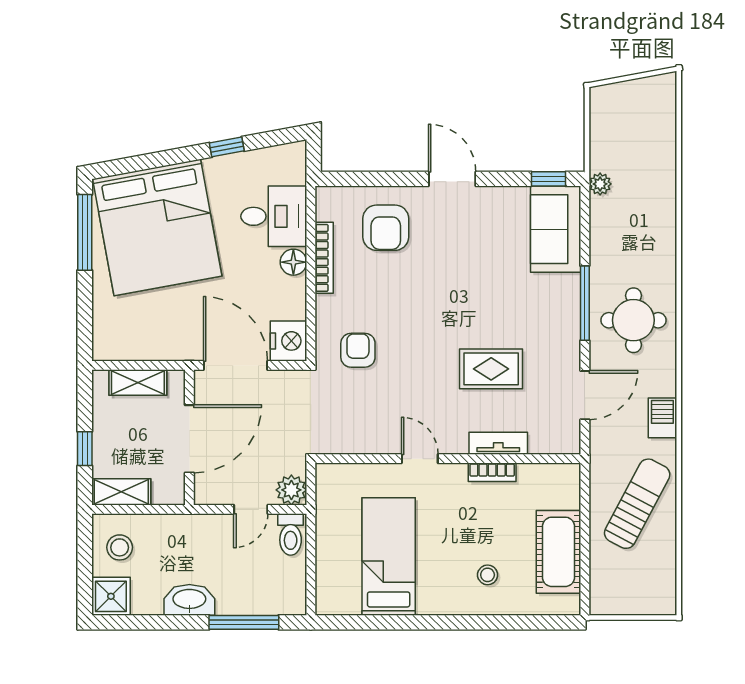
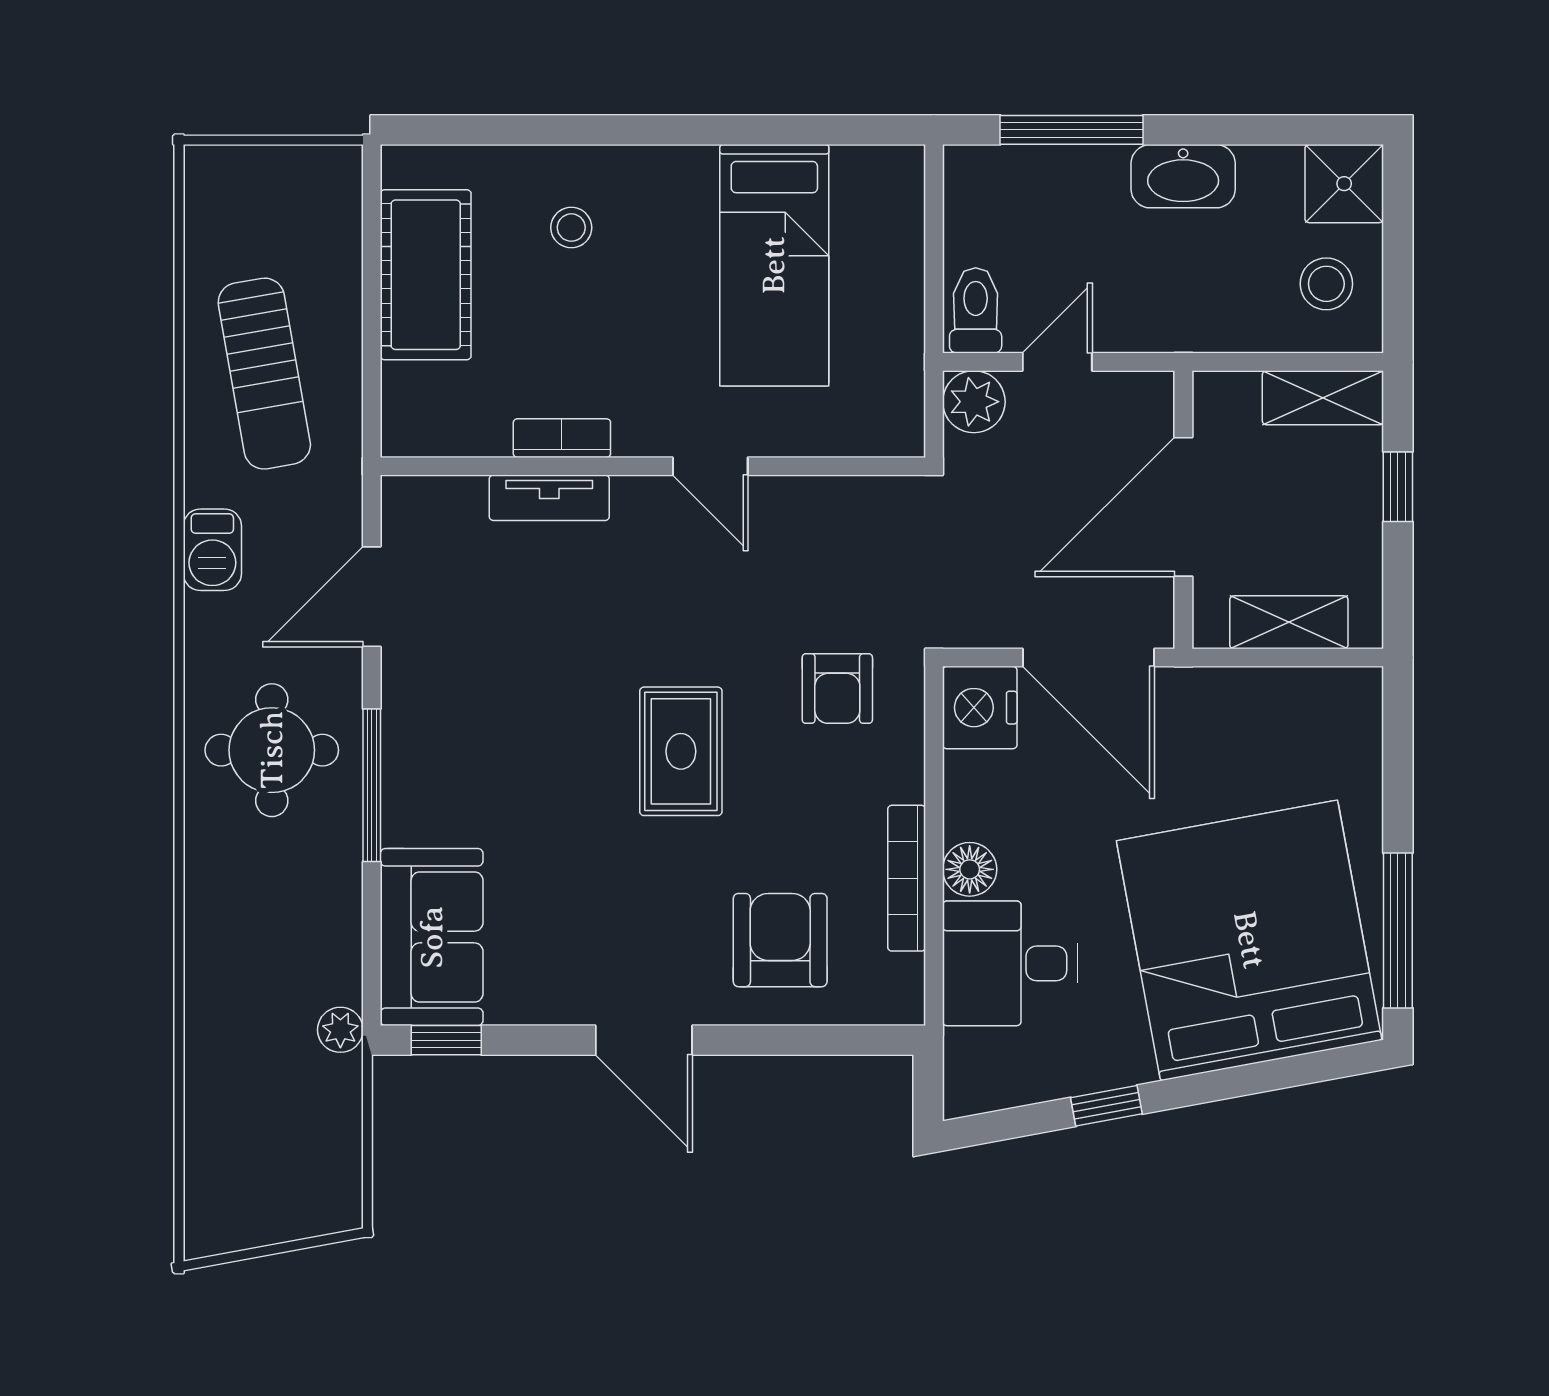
rug: (491, 369) -> (681, 751), moved, turned 90
sun lounger: (637, 504) -> (264, 374), turned -38

